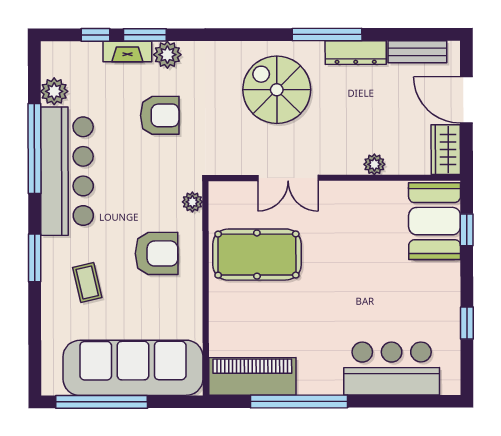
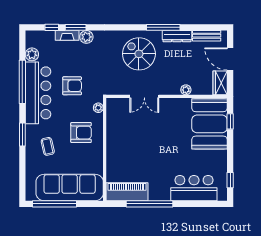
armchair: (160, 115) -> (72, 86), moved
booth: (435, 221) -> (210, 124), width x1.36, depth x1.42
pool table: (257, 255) -> (129, 133), removed
window: (467, 323) -> (230, 180), moved

